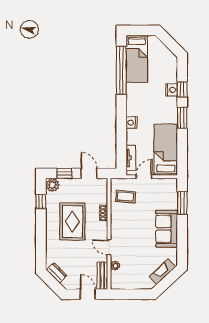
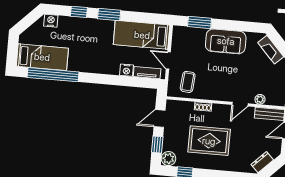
nightstand: (172, 90) -> (51, 21), moved
nightstand: (132, 123) -> (126, 70), moved

